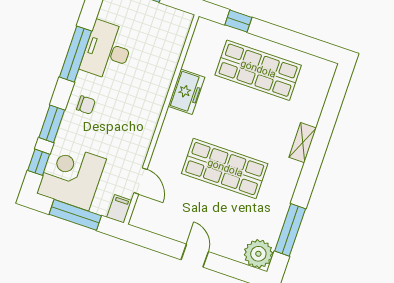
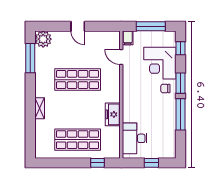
desk: (107, 51) -> (135, 138), moved, turned 180
window: (52, 124) -> (181, 83), moved
corner desk: (71, 176) -> (160, 63), moved, turned 90

